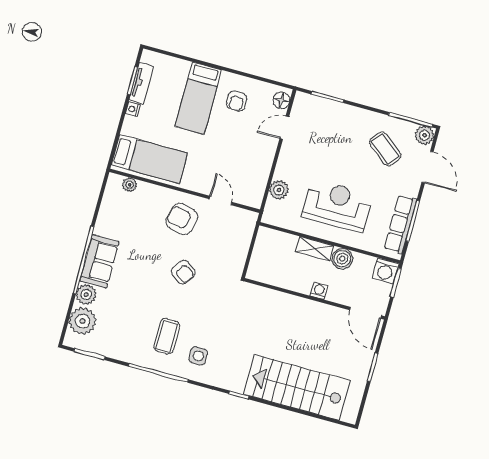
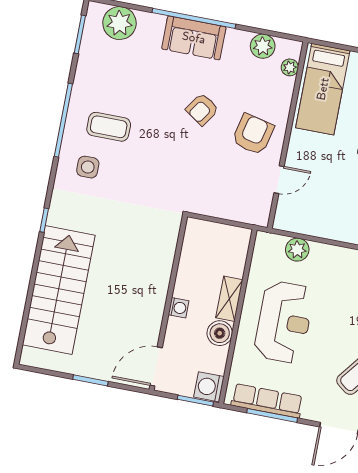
armchair: (183, 272) -> (202, 109), moved
plant: (86, 294) -> (263, 46), moved

